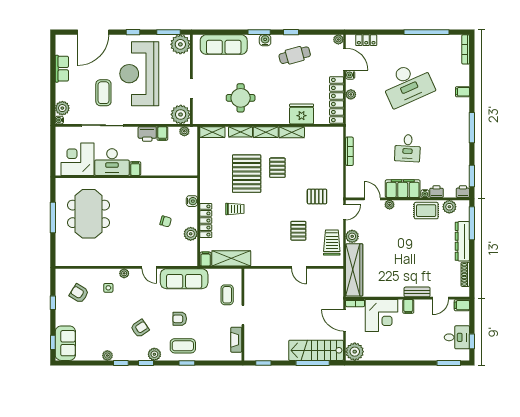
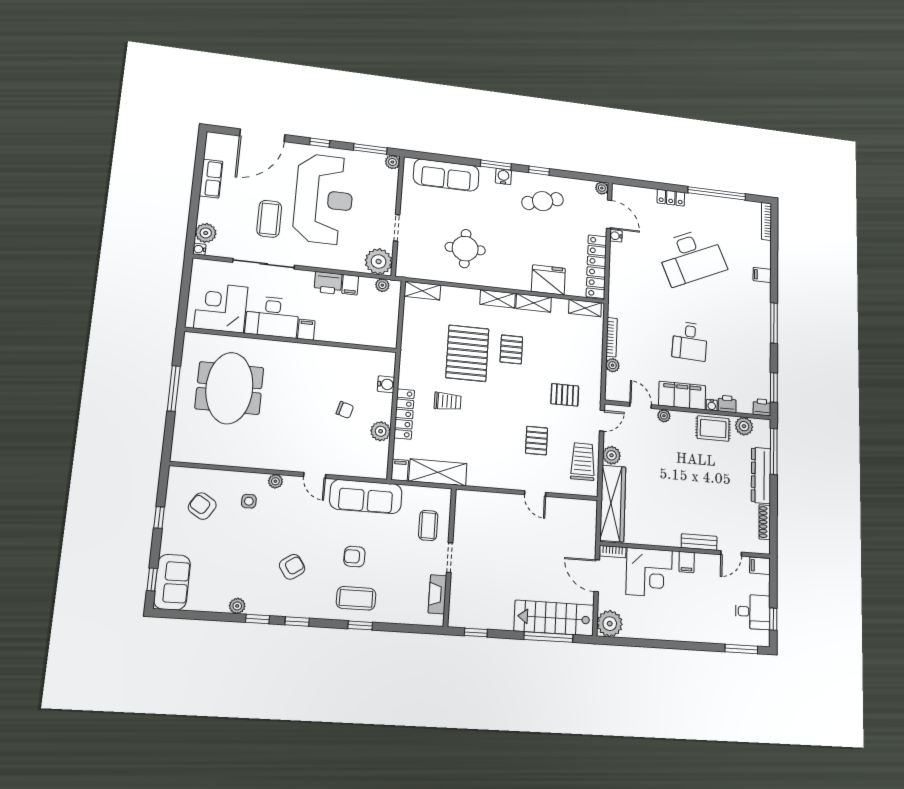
locker: (366, 40) -> (671, 198), moved
plant: (180, 44) -> (392, 162), width x0.53, depth x0.53
reception desk: (139, 74) -> (324, 199), turned 180
plant: (351, 94) -> (613, 365), moved
shelving: (241, 132) -> (585, 308), moved
plant: (154, 354) -> (311, 609), removed

